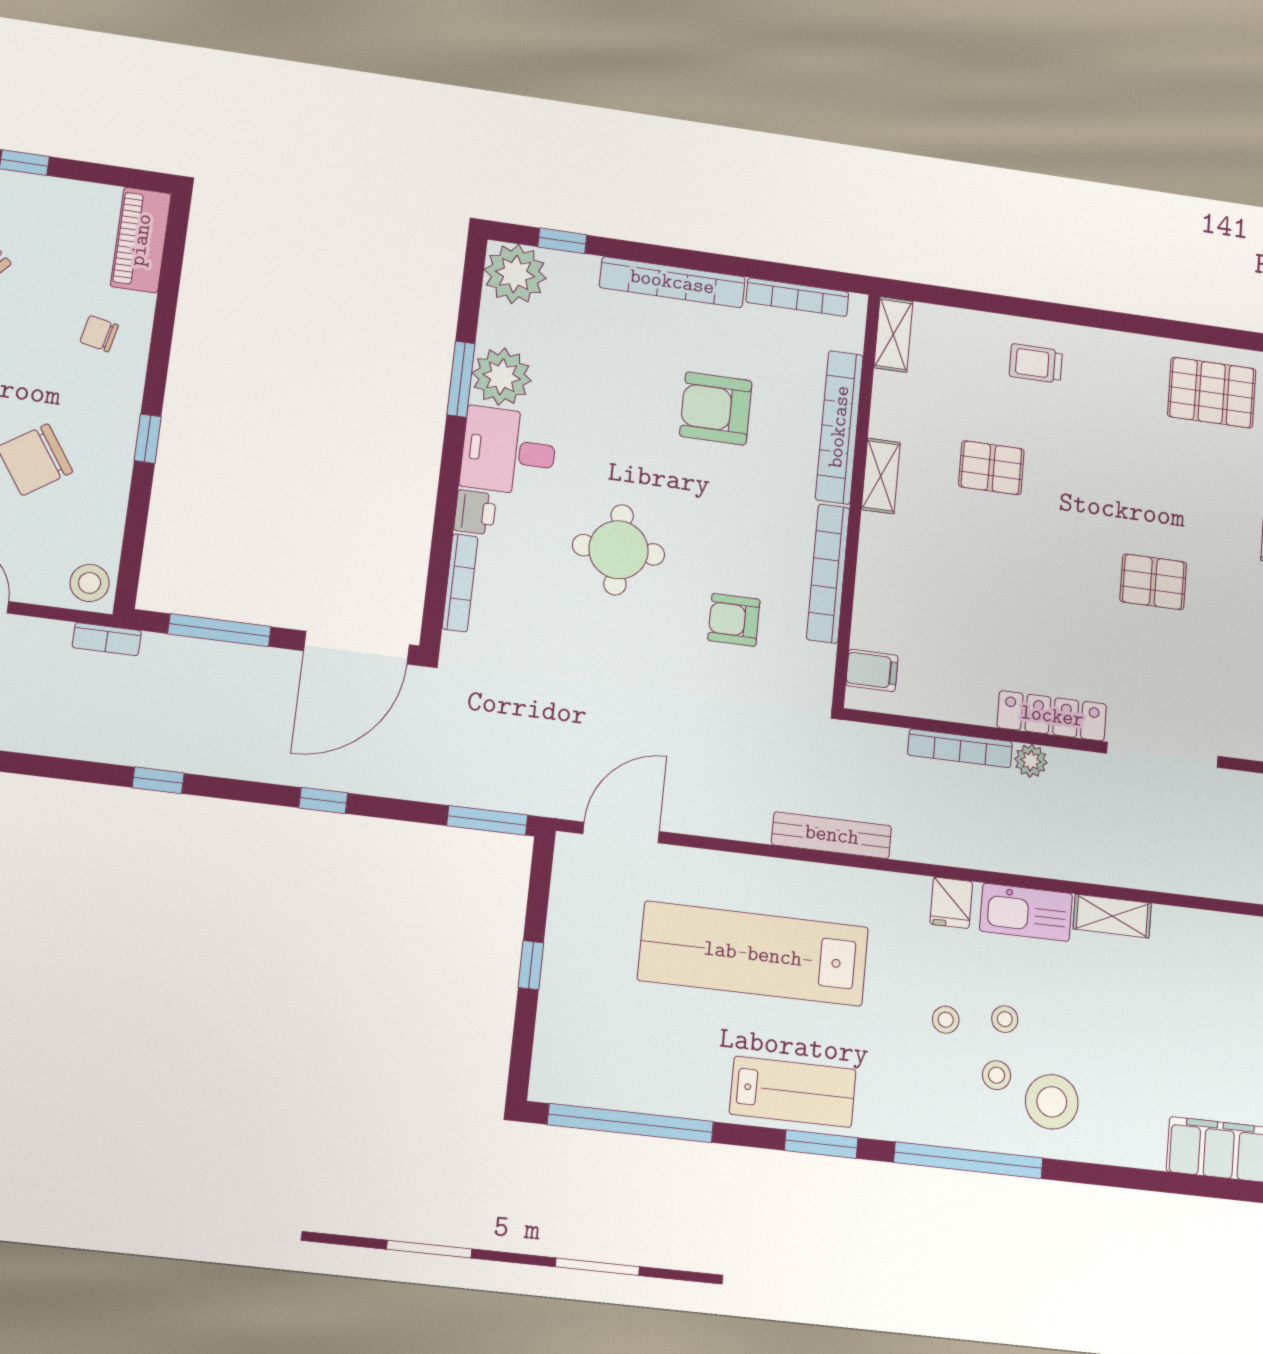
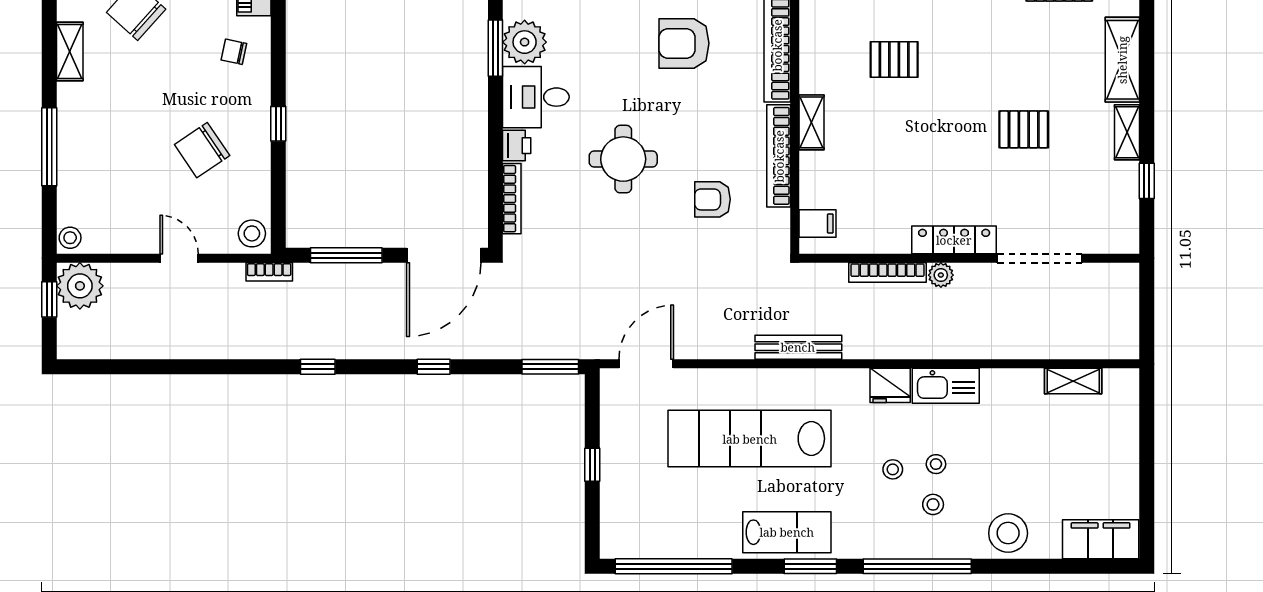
shelving: (881, 476) -> (811, 122), moved
fridge: (951, 903) -> (890, 385), width x1.38
shelving: (1112, 916) -> (1073, 381), moved
stool: (1052, 1102) -> (1008, 533), moved

